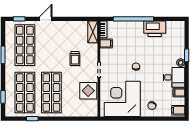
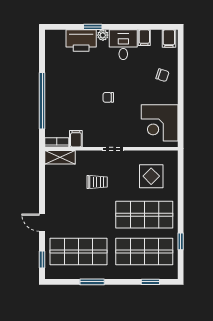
printer: (155, 29) -> (81, 41), moved, turned 90
display table: (88, 91) -> (151, 176), moved
corner desk: (122, 99) -> (160, 123), width x0.74, depth x0.74

